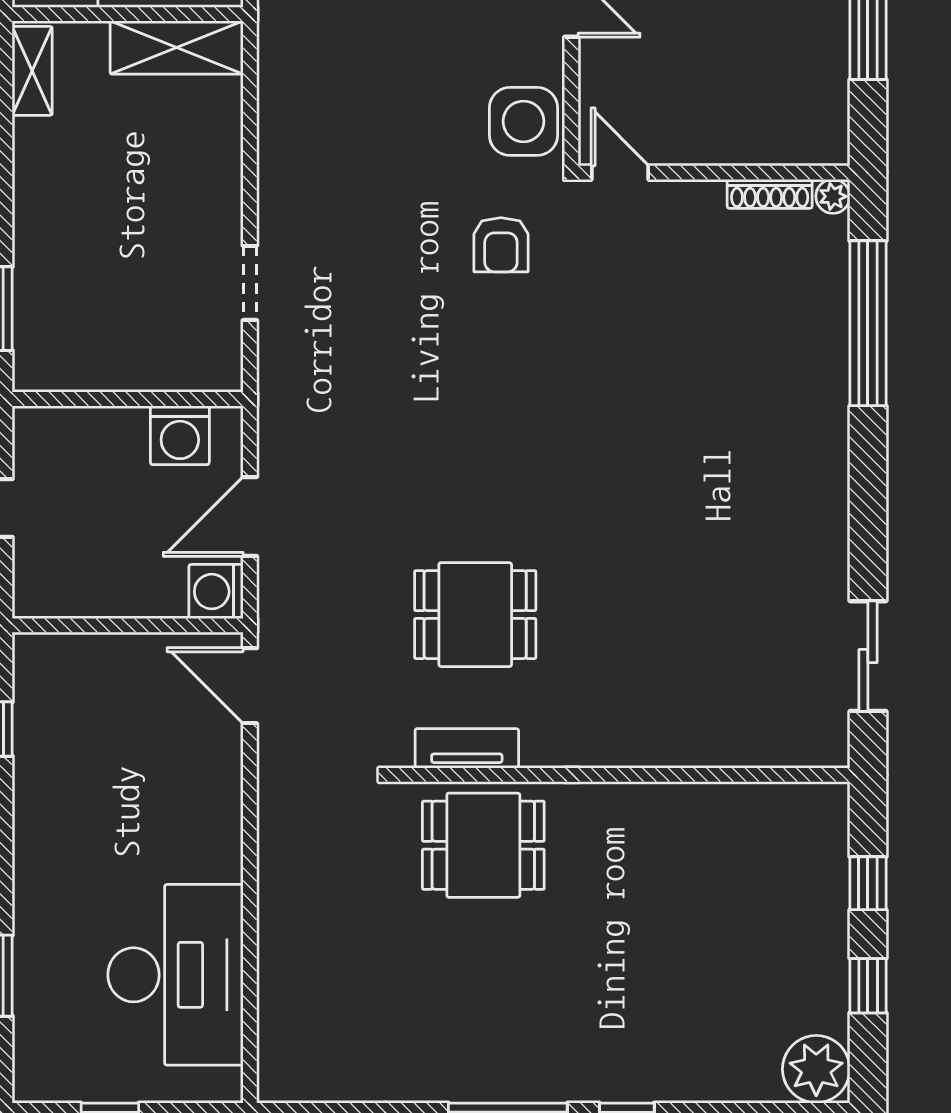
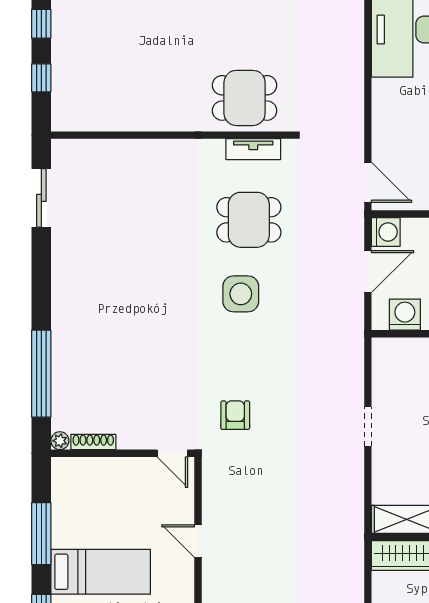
side table: (523, 121) -> (241, 294), moved
doorway: (250, 283) -> (368, 426), moved

